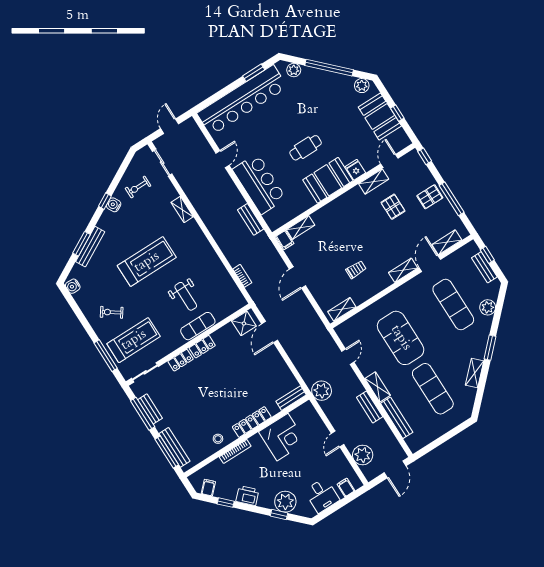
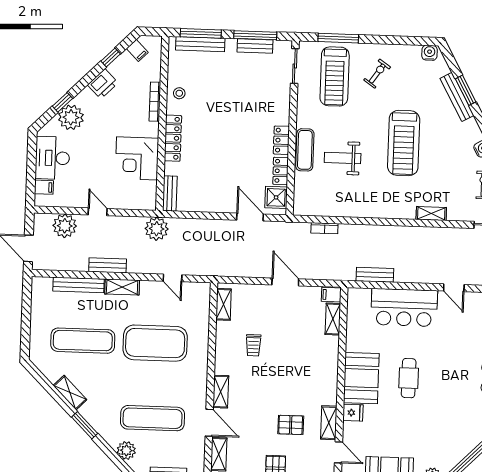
locker: (181, 360) -> (281, 171), moved
desk: (322, 495) -> (52, 158), width x1.37

